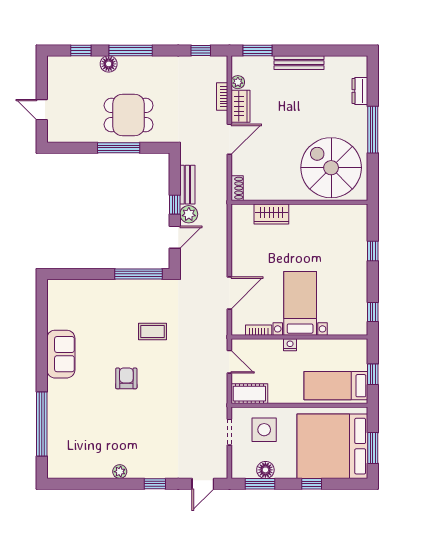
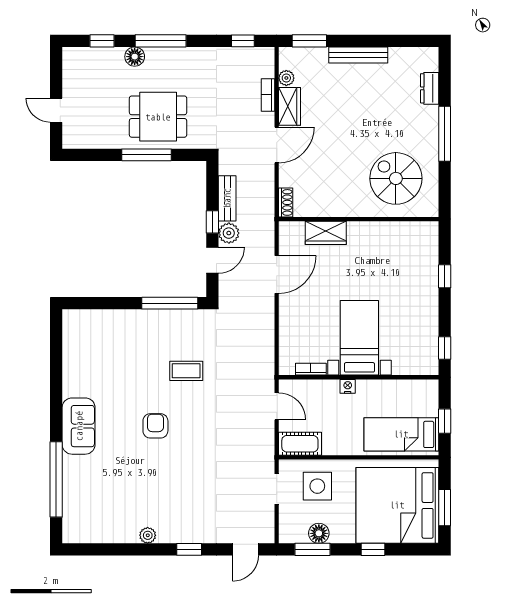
spiral stairs: (331, 168) -> (396, 178), width x0.73, depth x0.73
door: (229, 293) -> (277, 275), moved
sofa: (61, 354) -> (79, 426), moved

